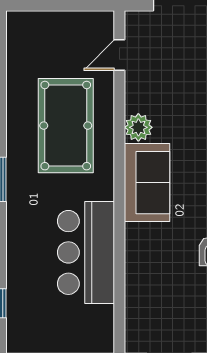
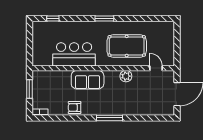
sofa: (147, 183) -> (88, 80), moved

